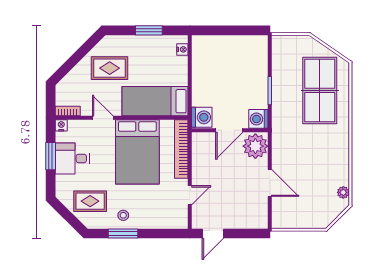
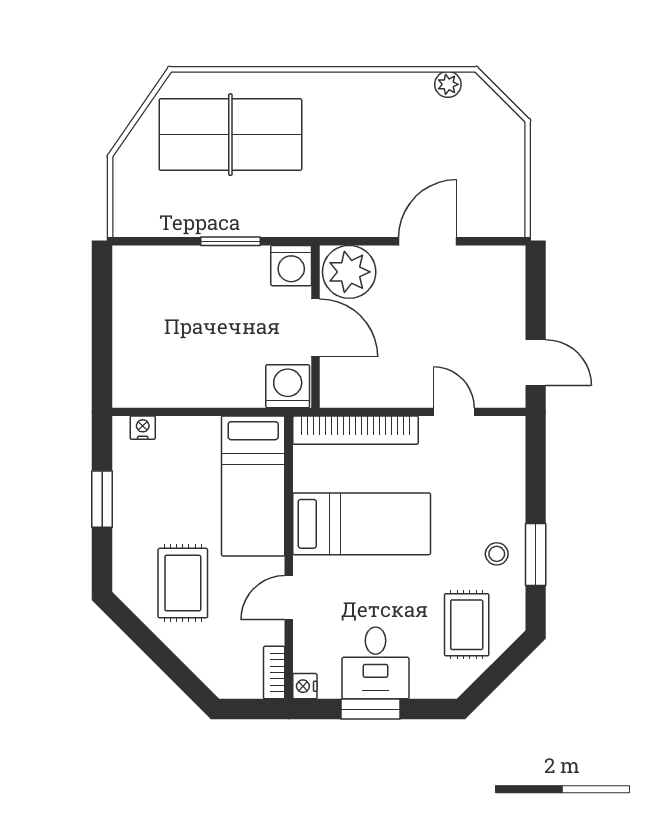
bed: (137, 152) -> (362, 524), width x0.67

